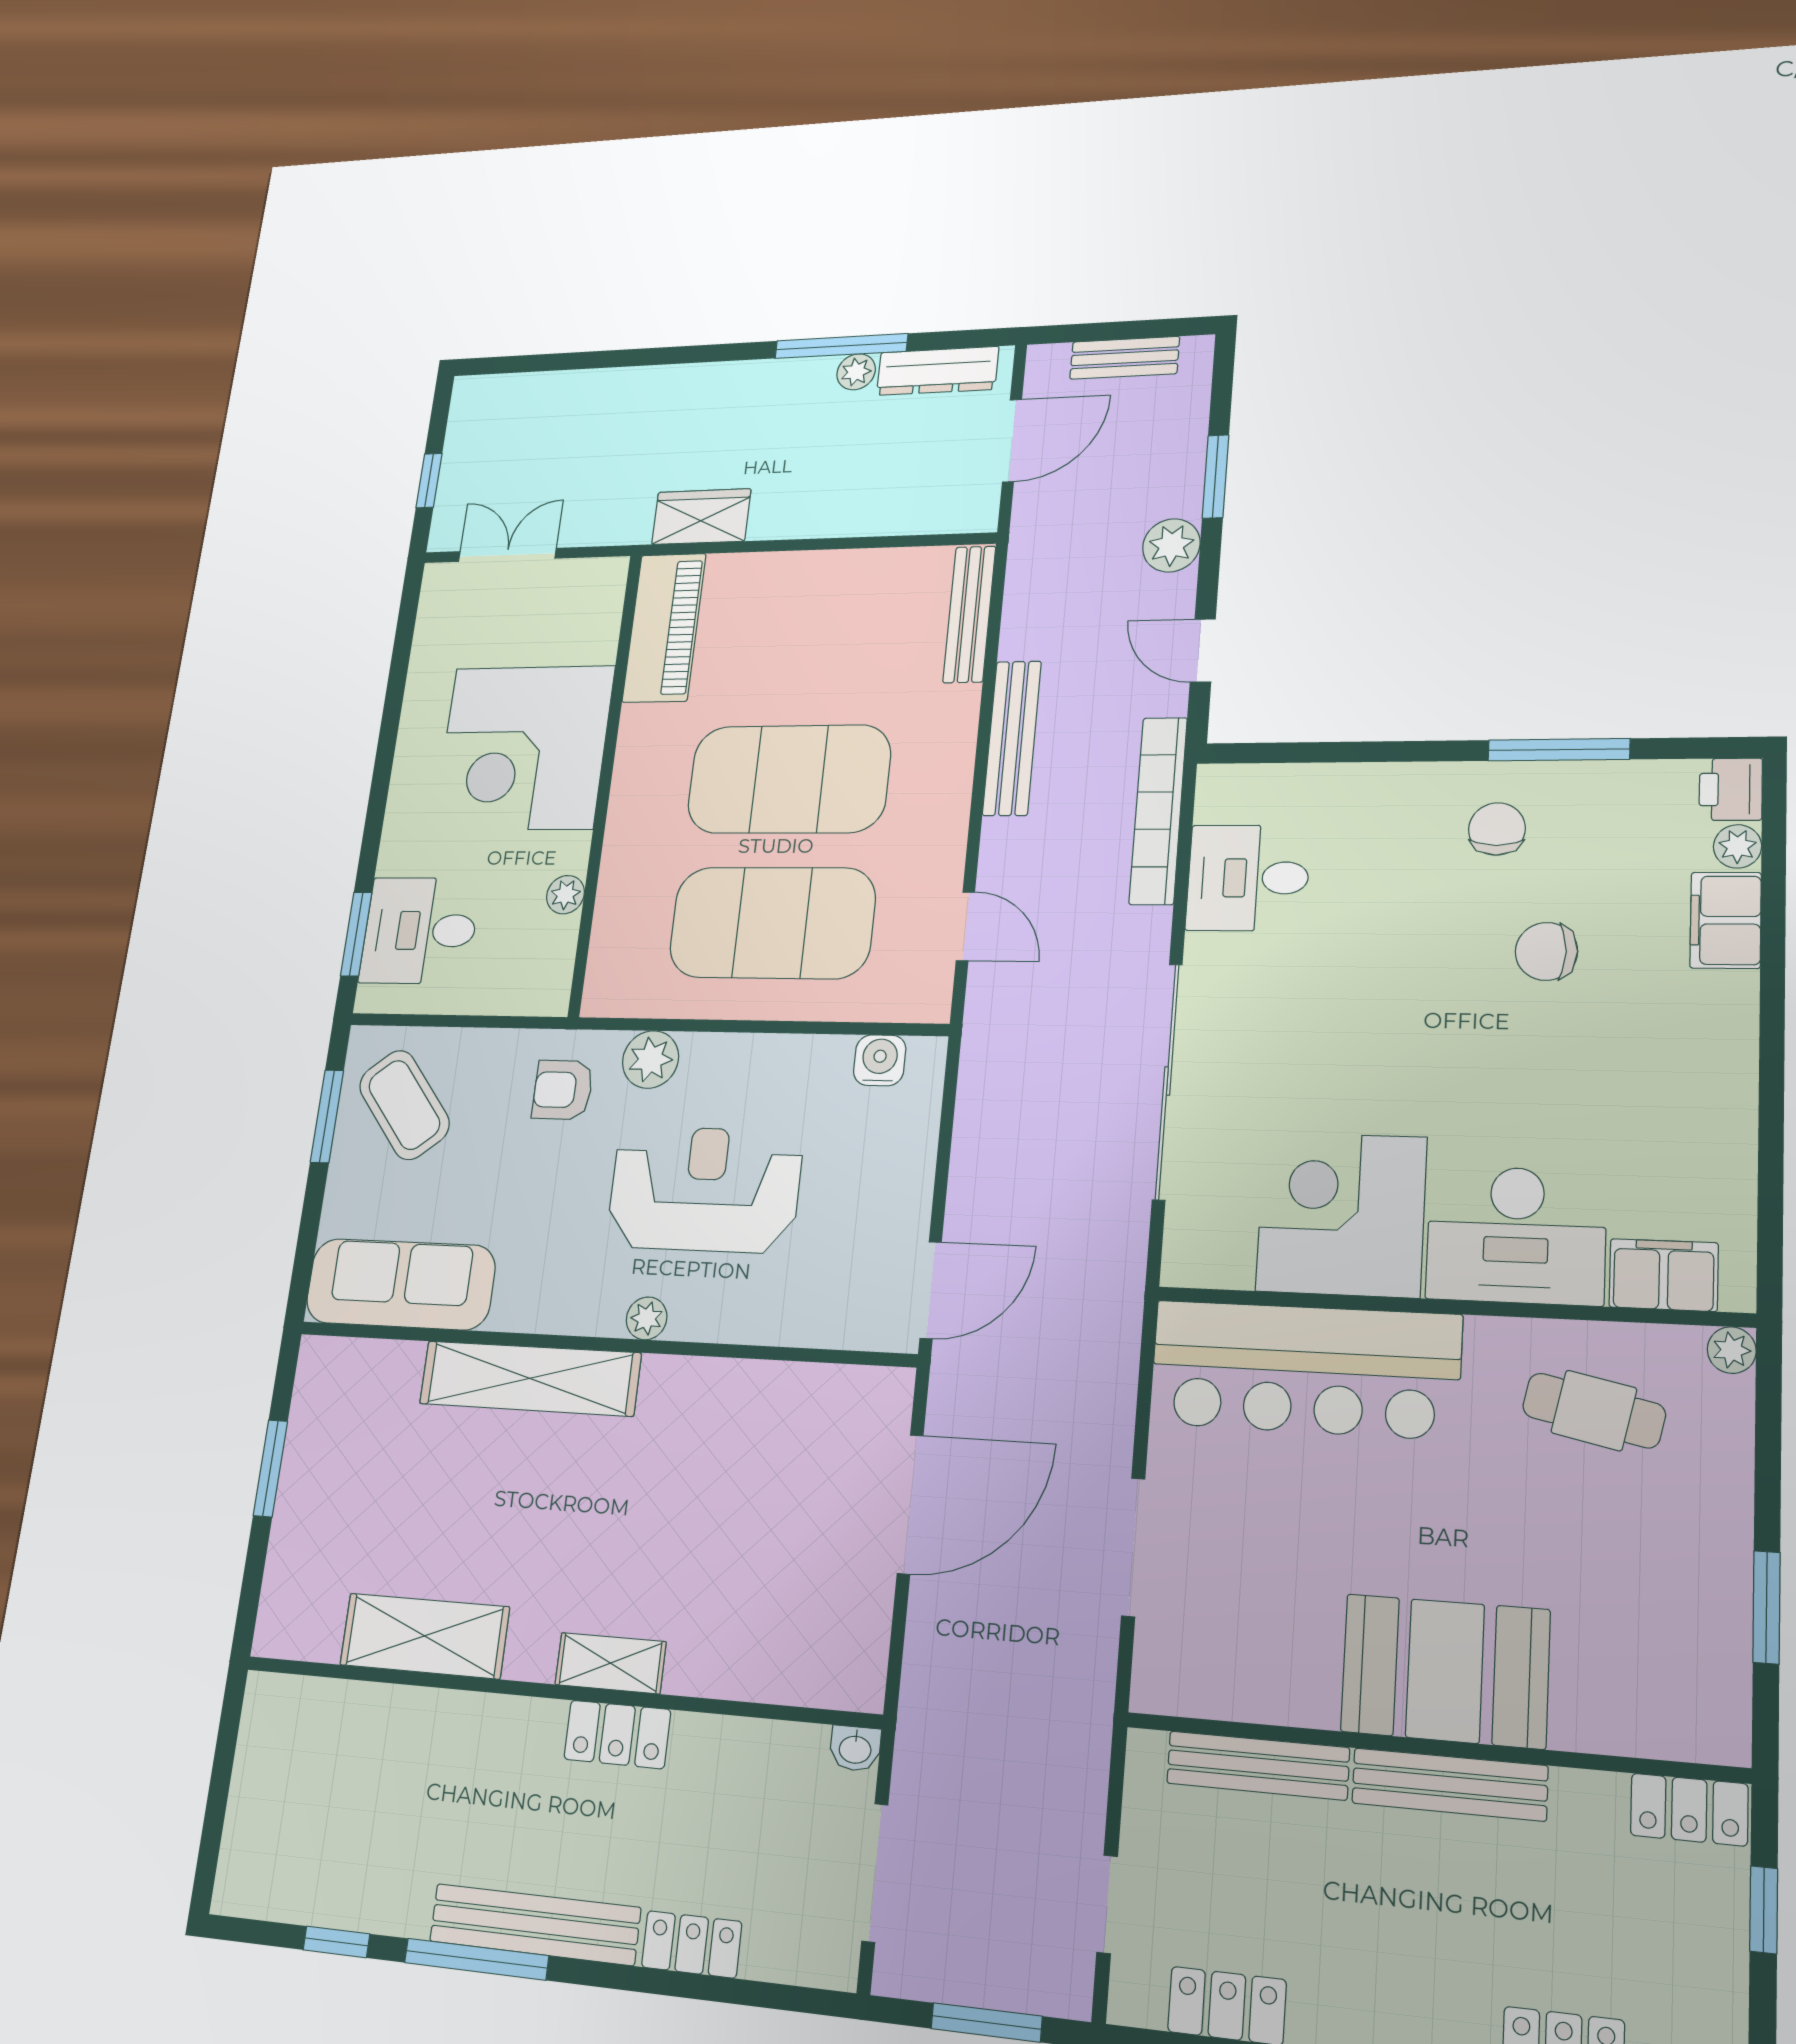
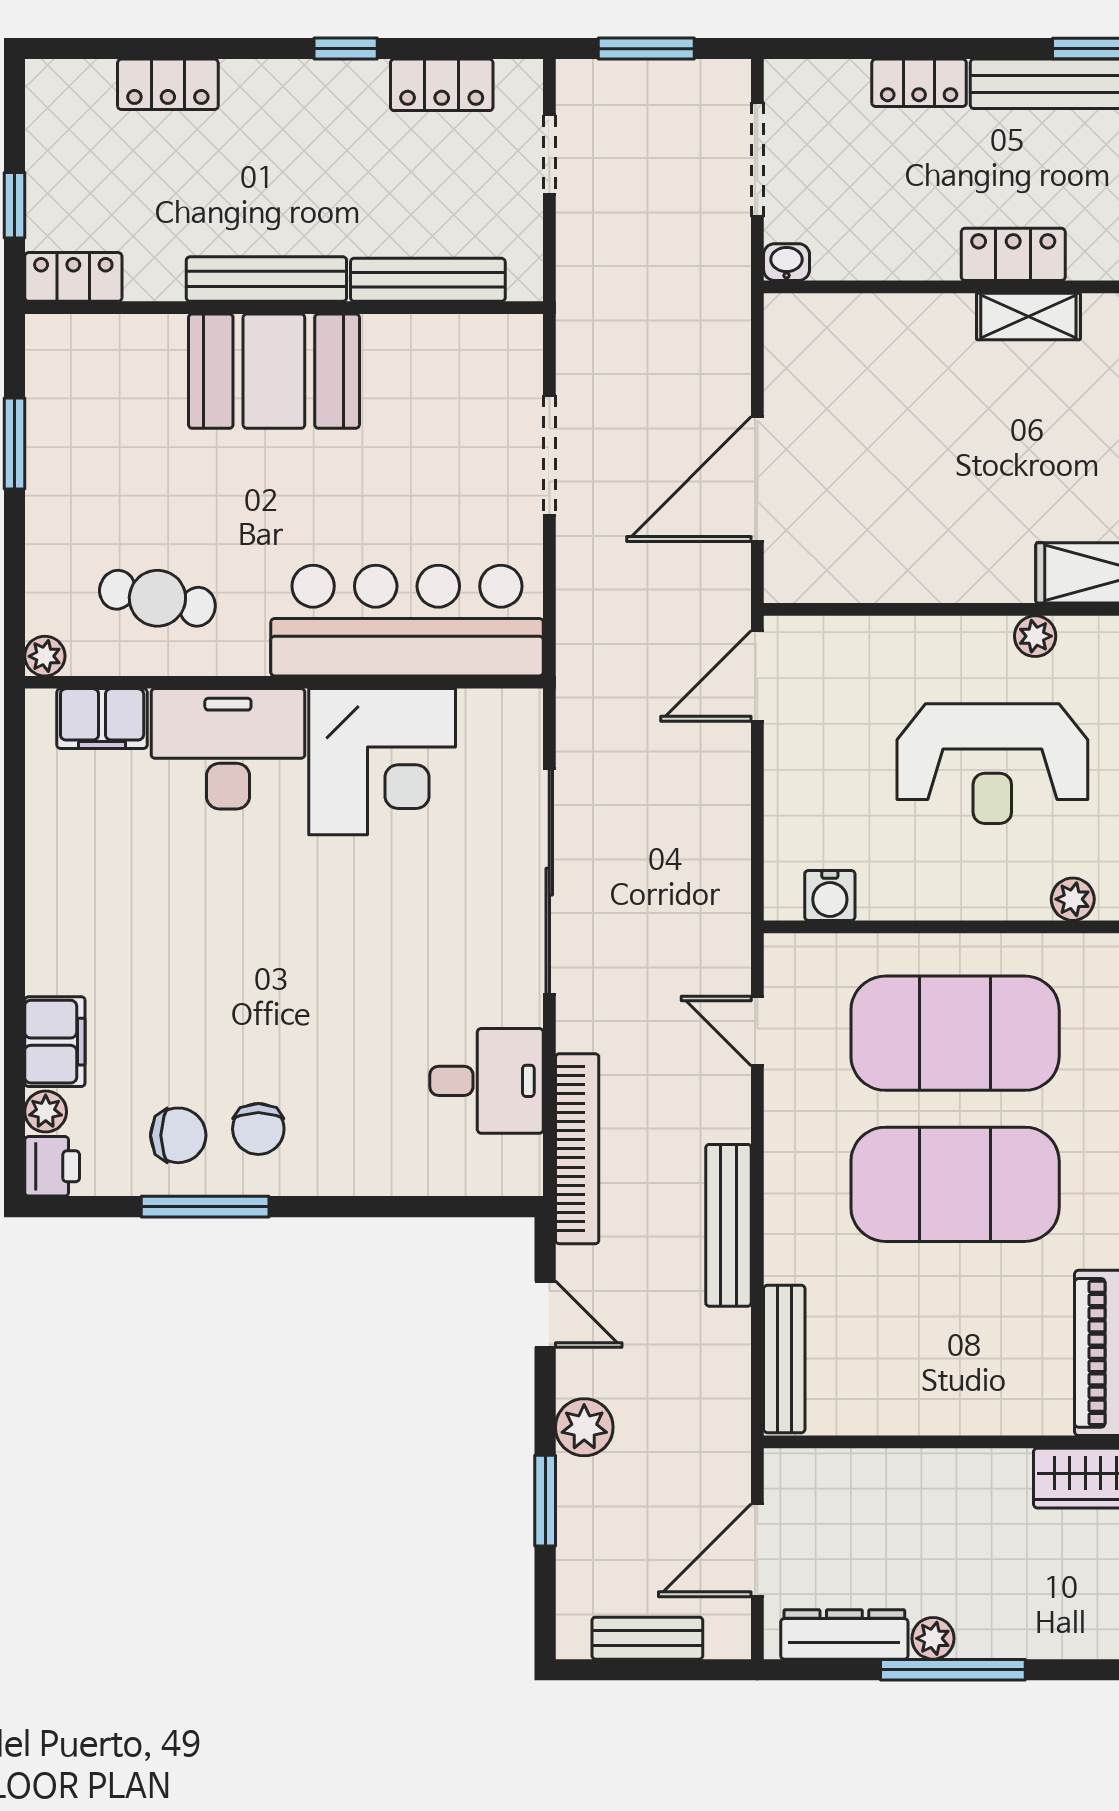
chair: (1546, 951) -> (178, 1135), moved
plant: (651, 1059) -> (1073, 899), width x0.73, depth x0.73

